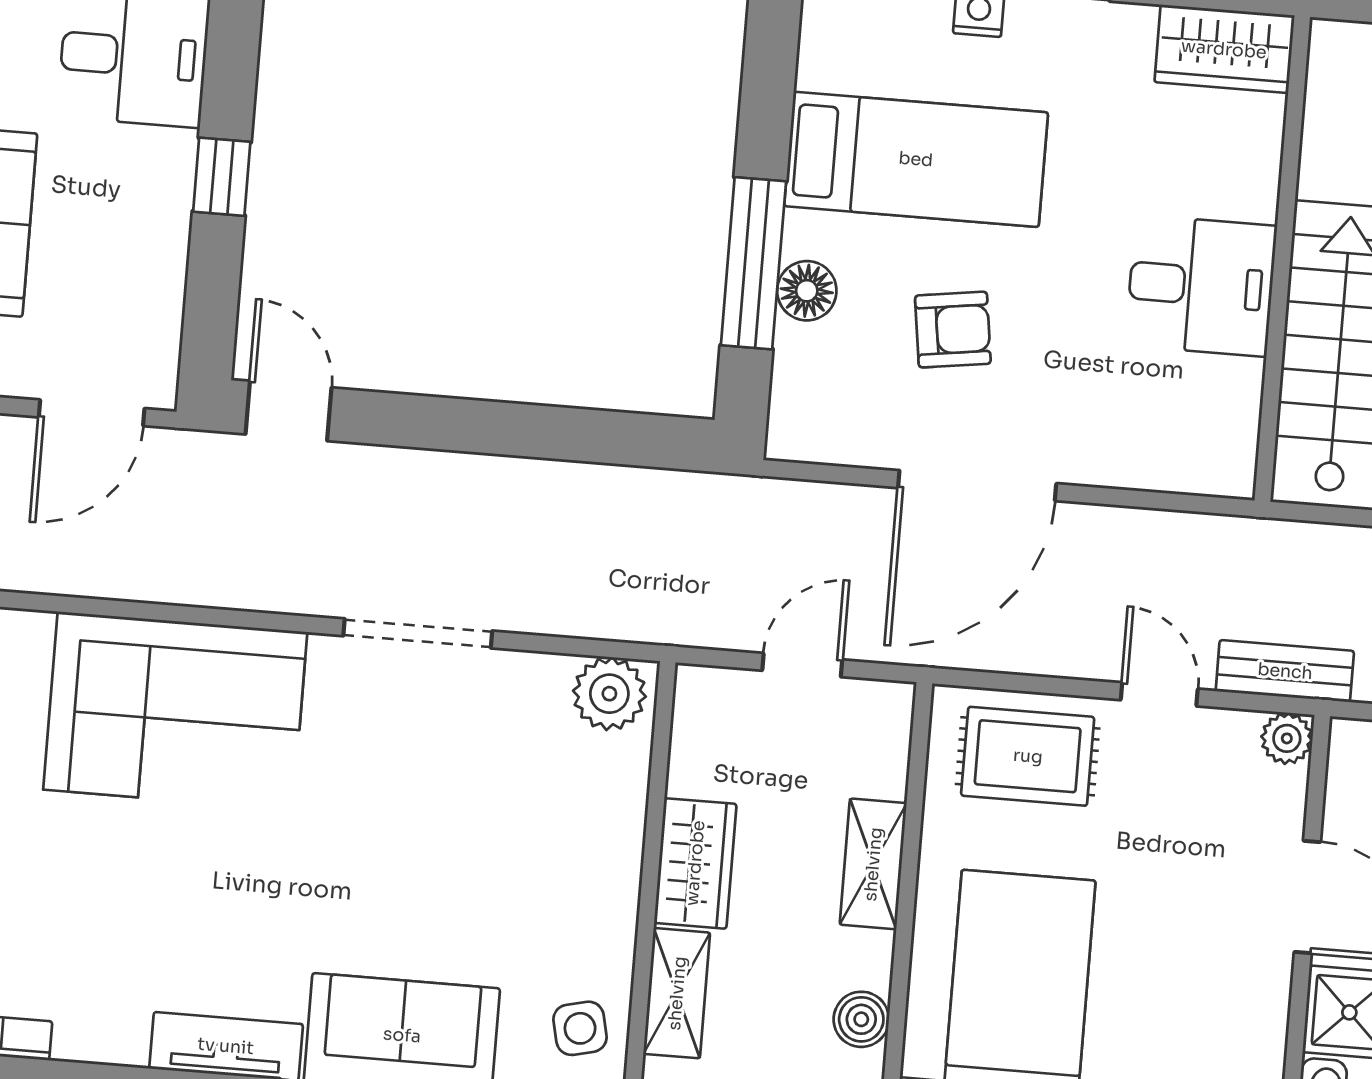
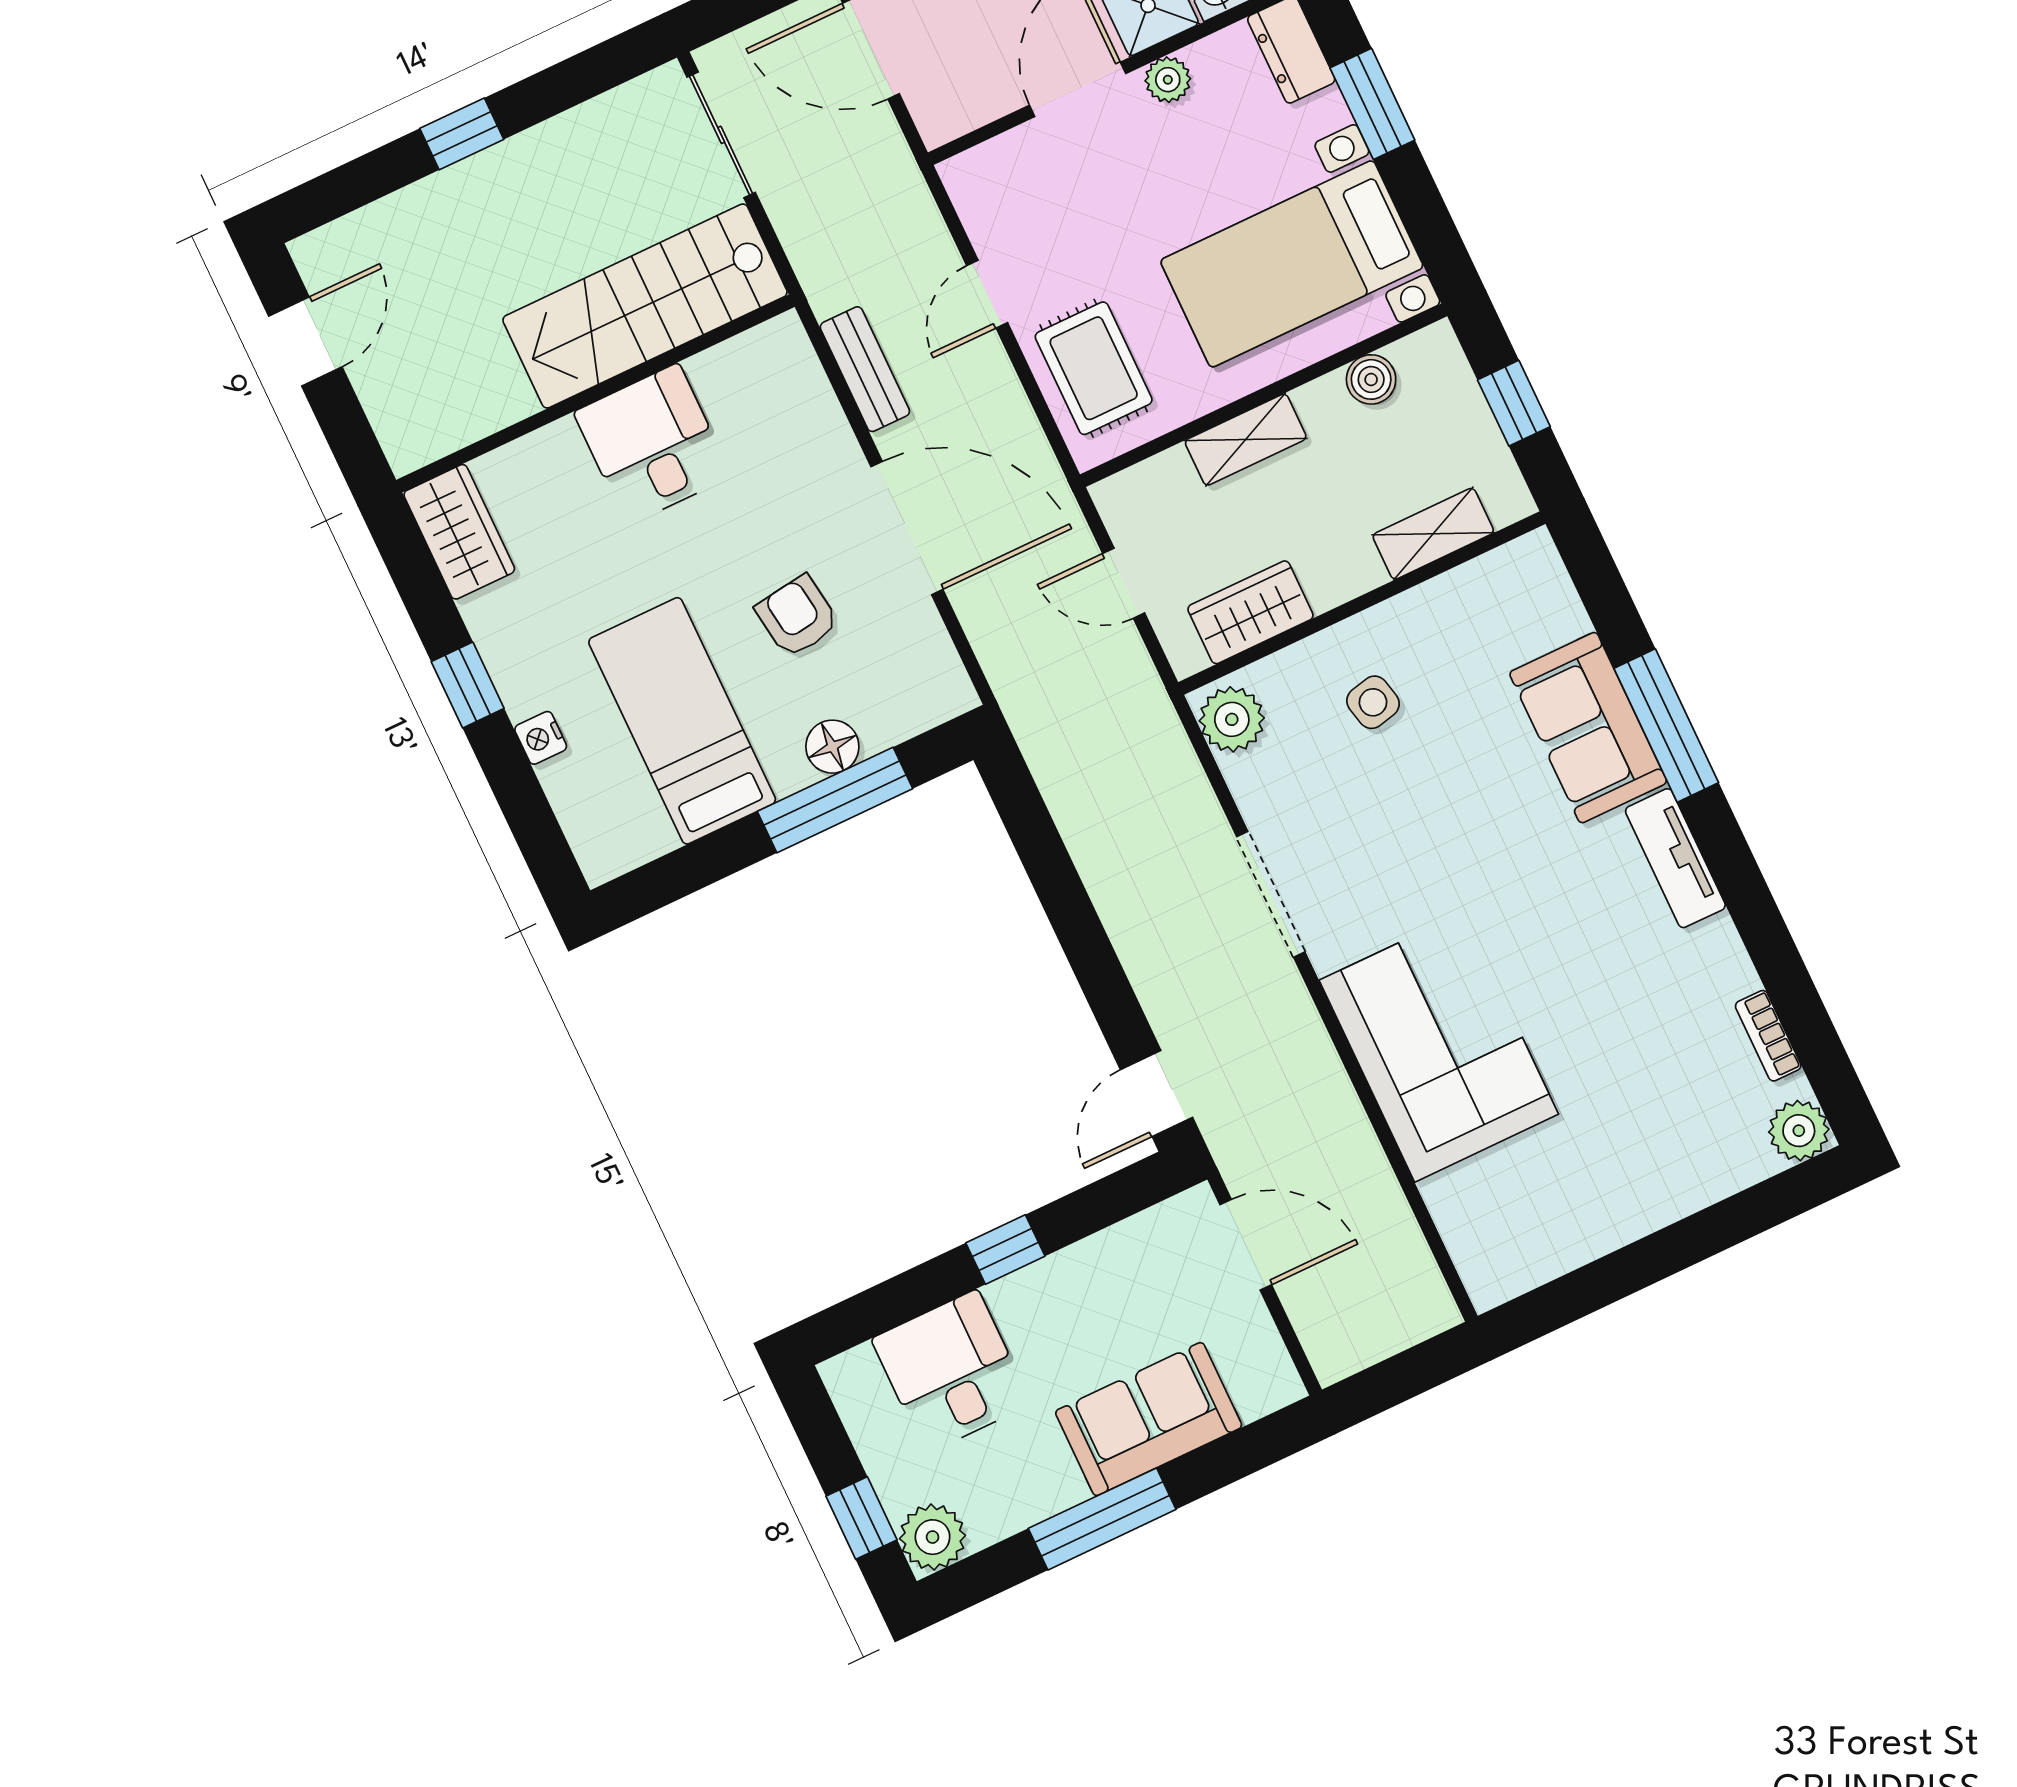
bench: (1285, 671) -> (865, 369), moved
plant: (1287, 738) -> (1168, 80), moved
wardrobe: (695, 863) -> (1250, 612), moved
side table: (580, 1028) -> (1373, 702), moved

